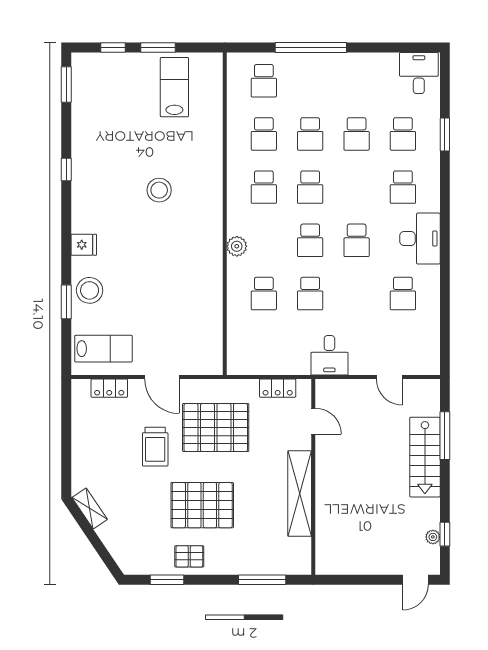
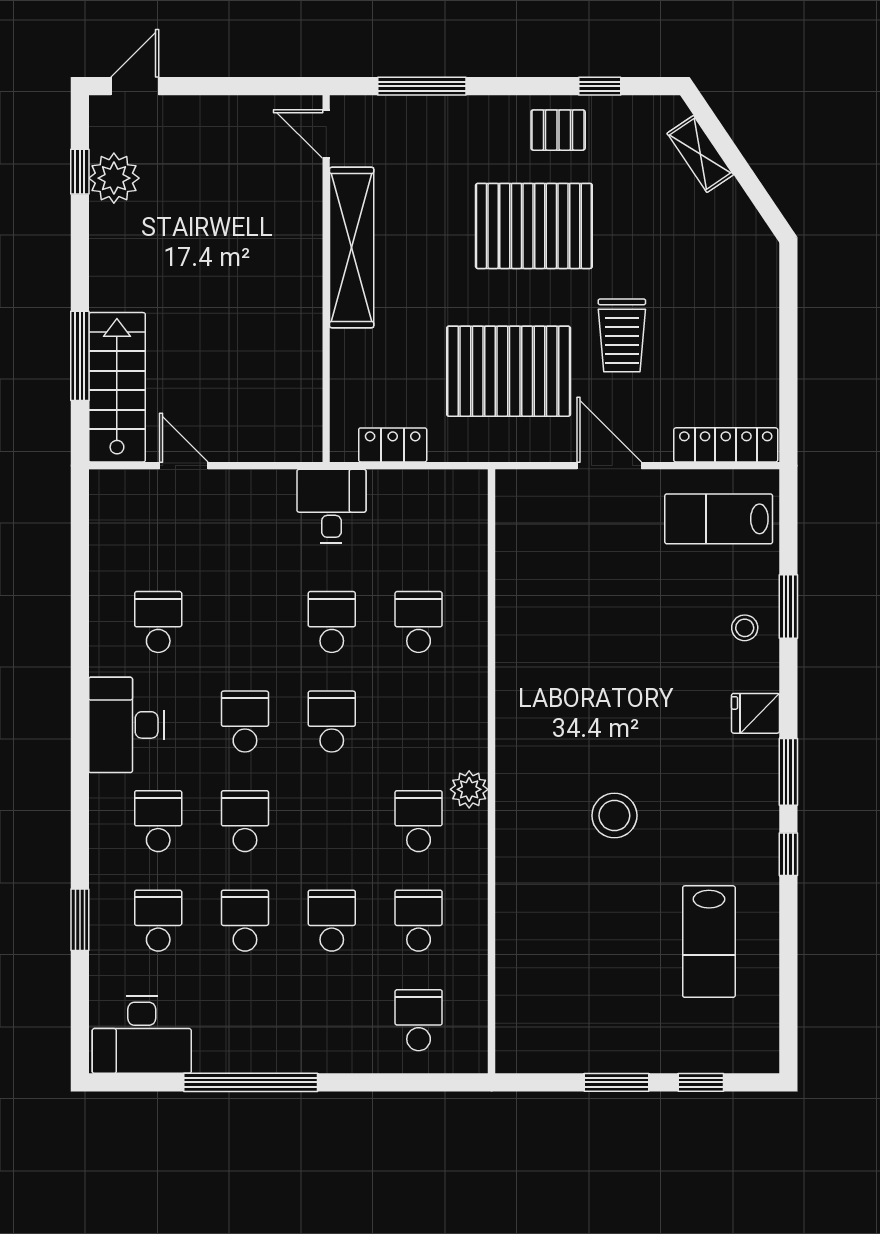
window: (311, 48) -> (251, 1082), moved
desk: (419, 73) -> (142, 1035), width x1.37
window: (66, 85) -> (788, 772), moved
lab bench: (174, 87) -> (709, 942), moved
school desk: (310, 187) -> (245, 821), moved
plant: (237, 246) -> (469, 789), moved
stool: (90, 290) -> (745, 628), width x0.53, depth x0.53
desk: (329, 355) -> (331, 506), moved
locker: (109, 388) -> (726, 445), width x1.53
door: (313, 421) -> (326, 134), moved
trolley: (155, 447) -> (622, 335), turned 180
stairs: (425, 457) -> (117, 387), moved
shelving: (90, 508) -> (700, 154), moved
plant: (433, 537) -> (114, 178), width x1.88, depth x1.88
window: (167, 580) -> (600, 86), width x0.67

